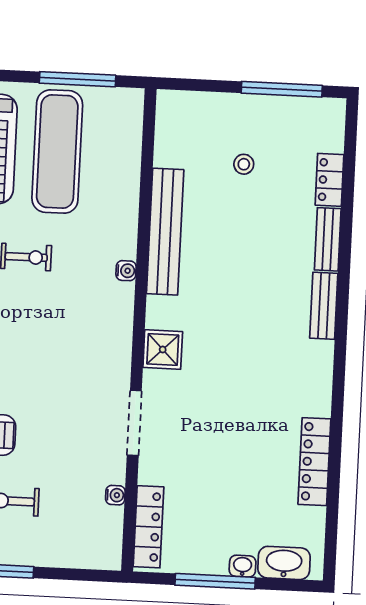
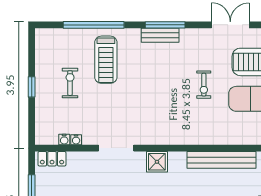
water cooler: (126, 271) -> (64, 140), moved
locker: (149, 527) -> (52, 159), width x0.66

